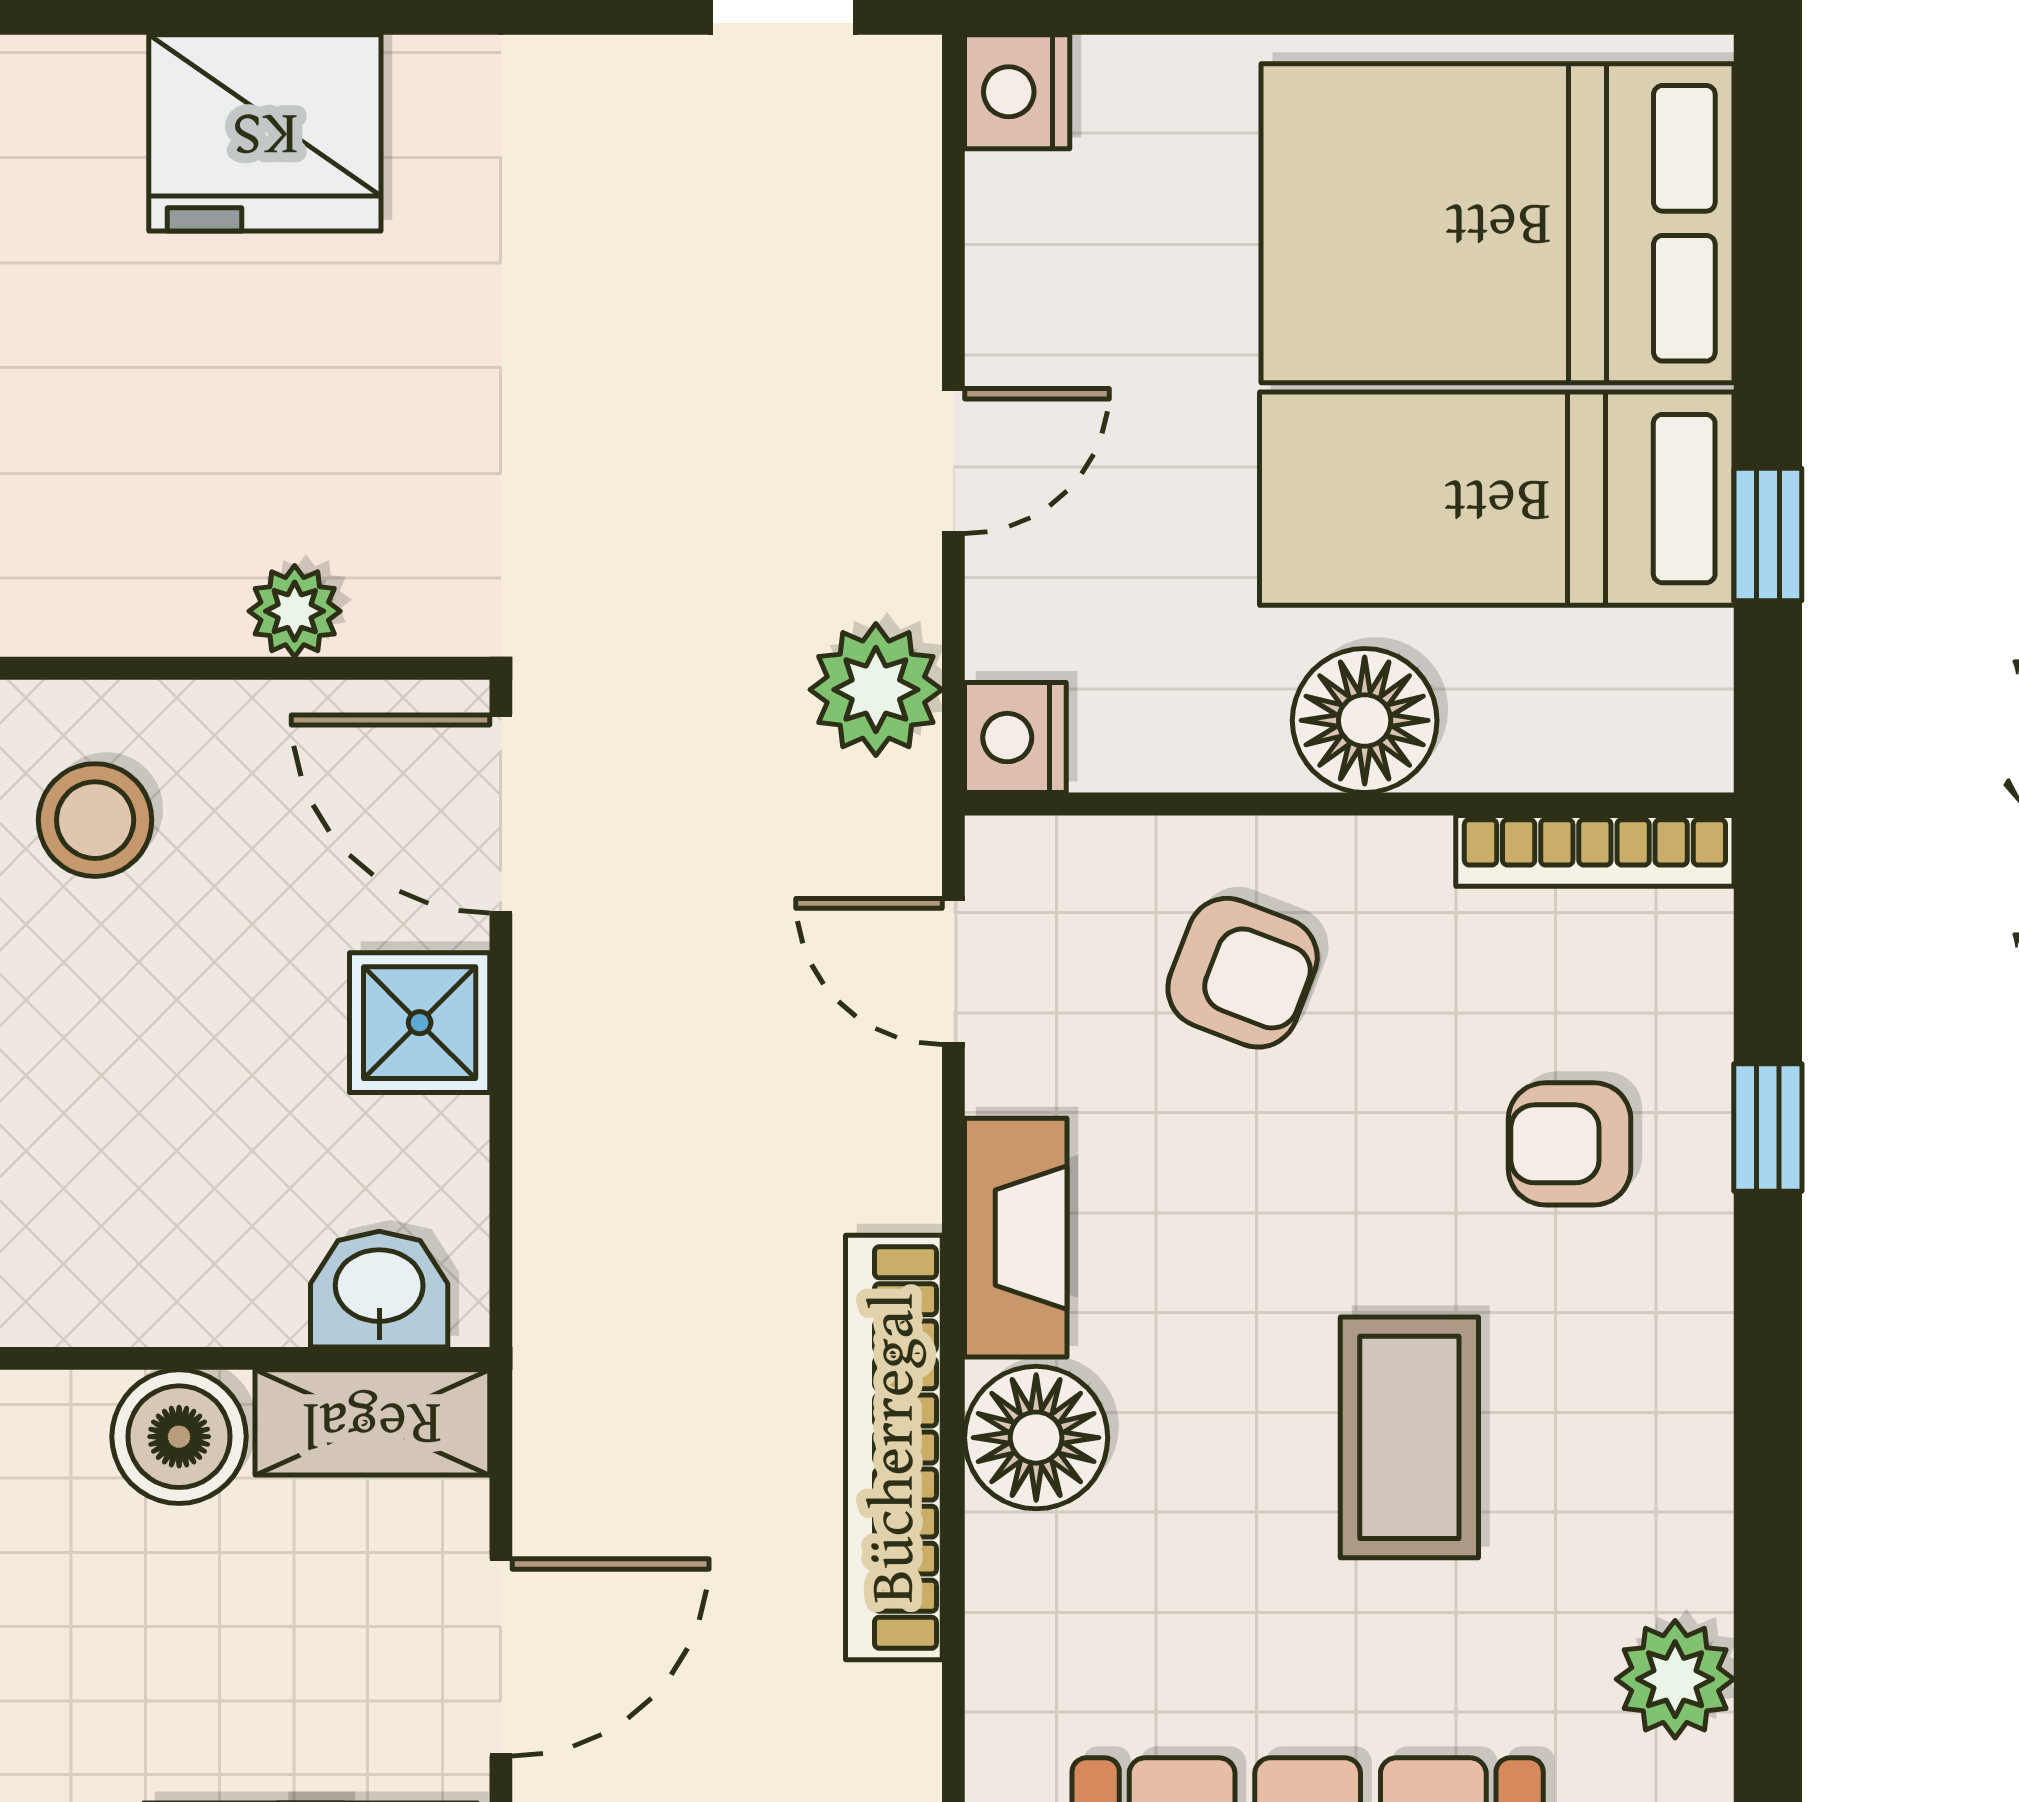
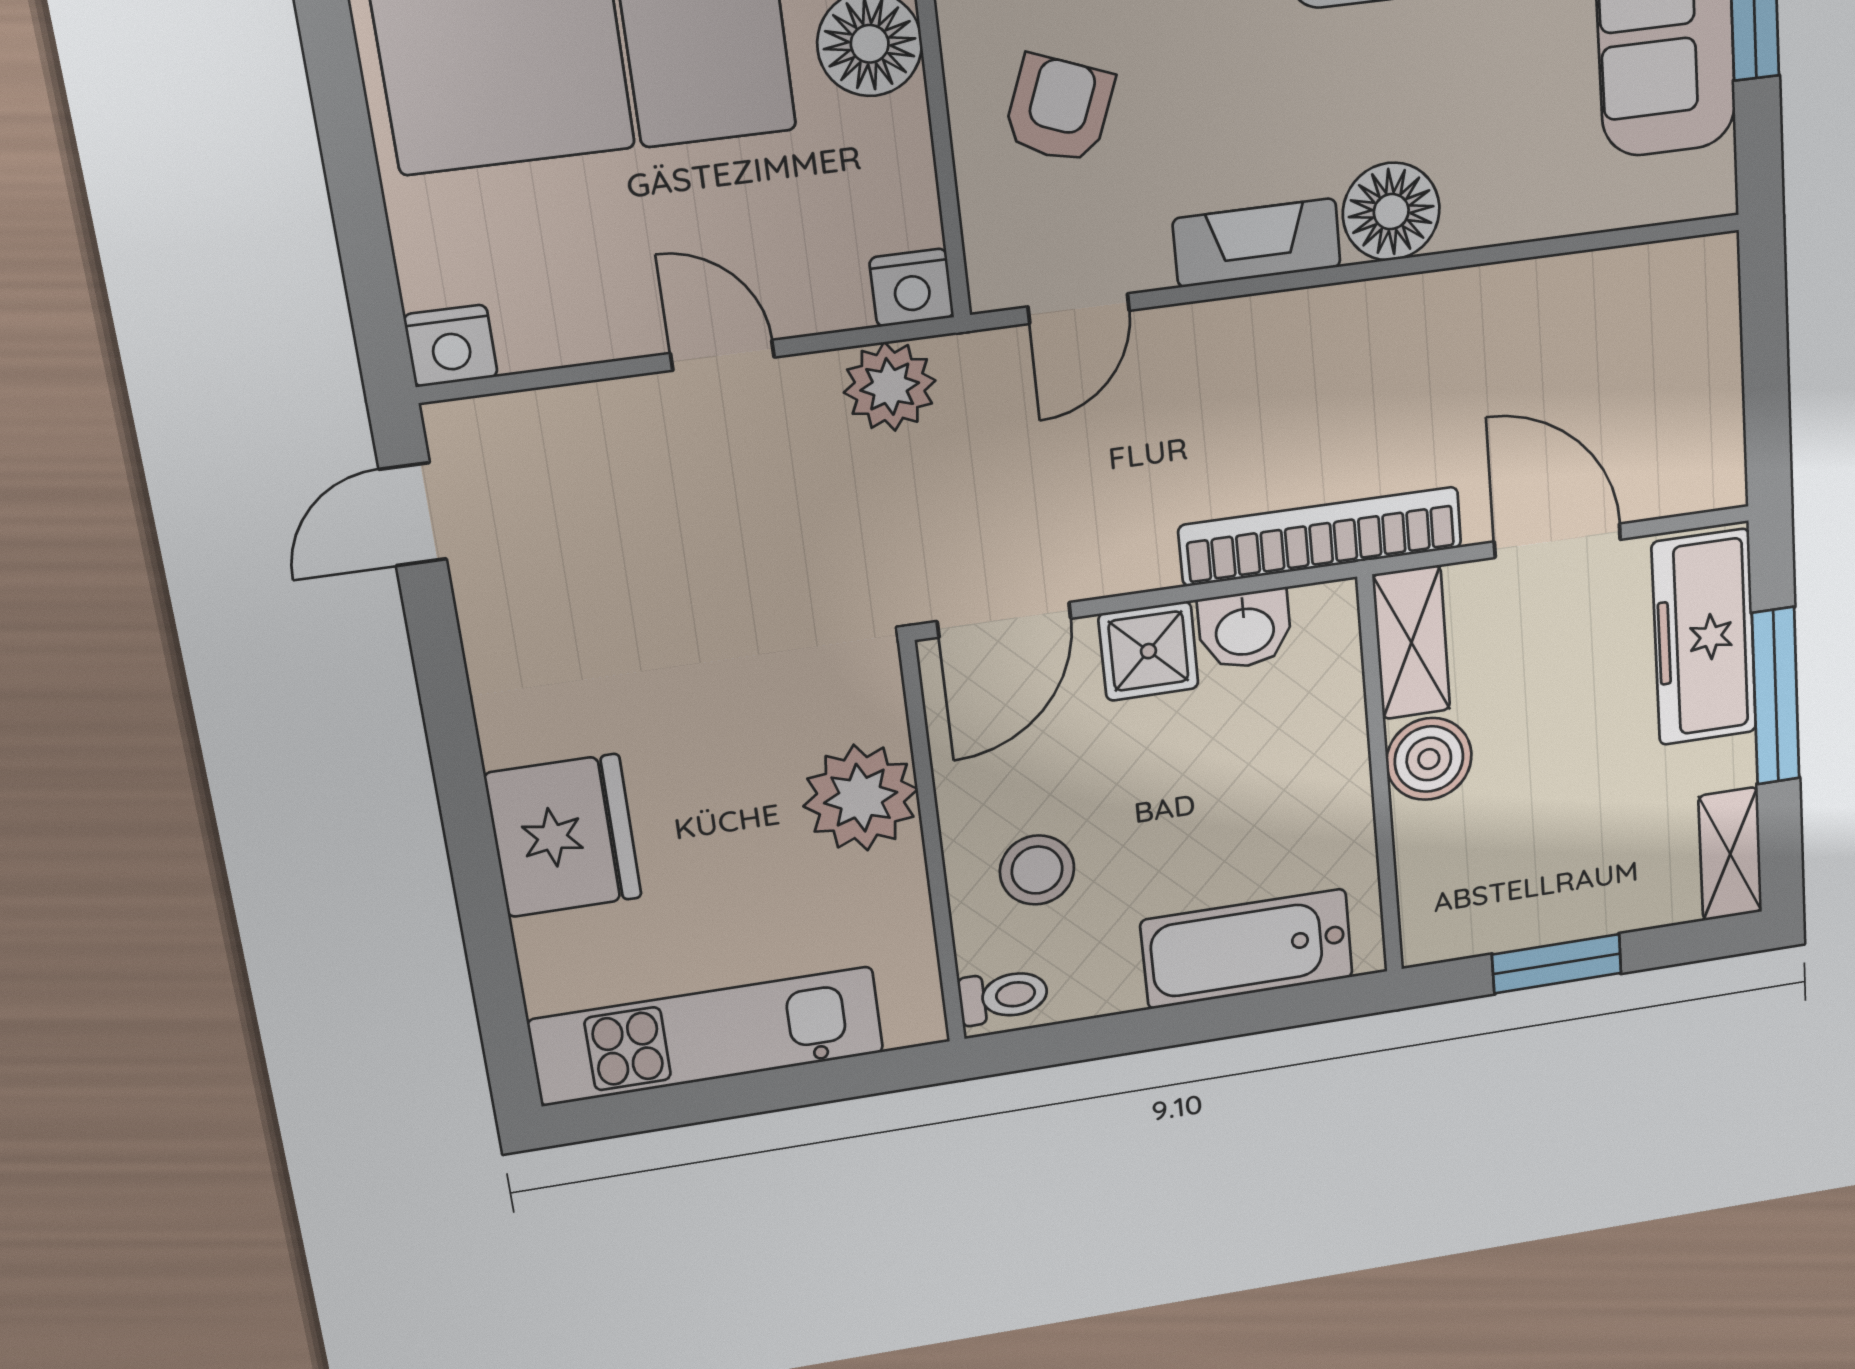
plant: (295, 611) -> (861, 798), width x1.88, depth x1.88
washbasin: (379, 1289) -> (1245, 629), moved, turned -90
bookcase: (894, 1448) -> (1321, 536), moved, turned 180

